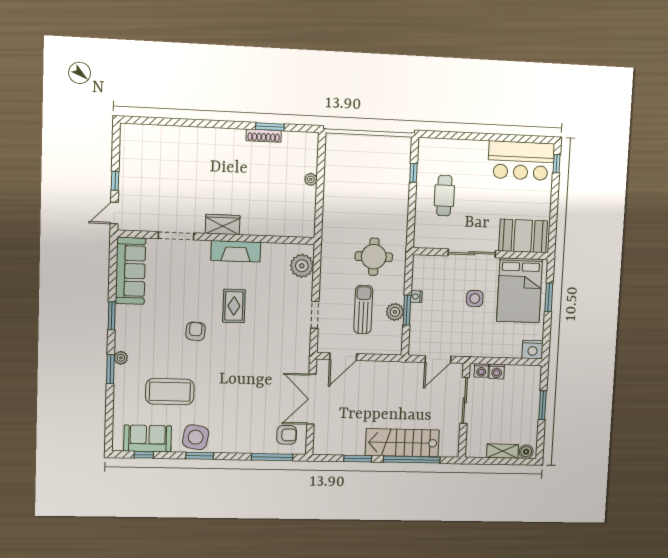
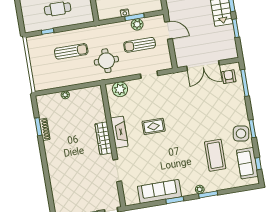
sun lounger: (376, 203) -> (71, 51), added
wardrobe: (223, 224) -> (104, 138), width x1.50
round table: (374, 257) -> (106, 61), moved
sofa: (131, 271) -> (159, 192), moved
armchair: (196, 331) -> (174, 147), removed
door: (343, 357) -> (169, 30), moved

